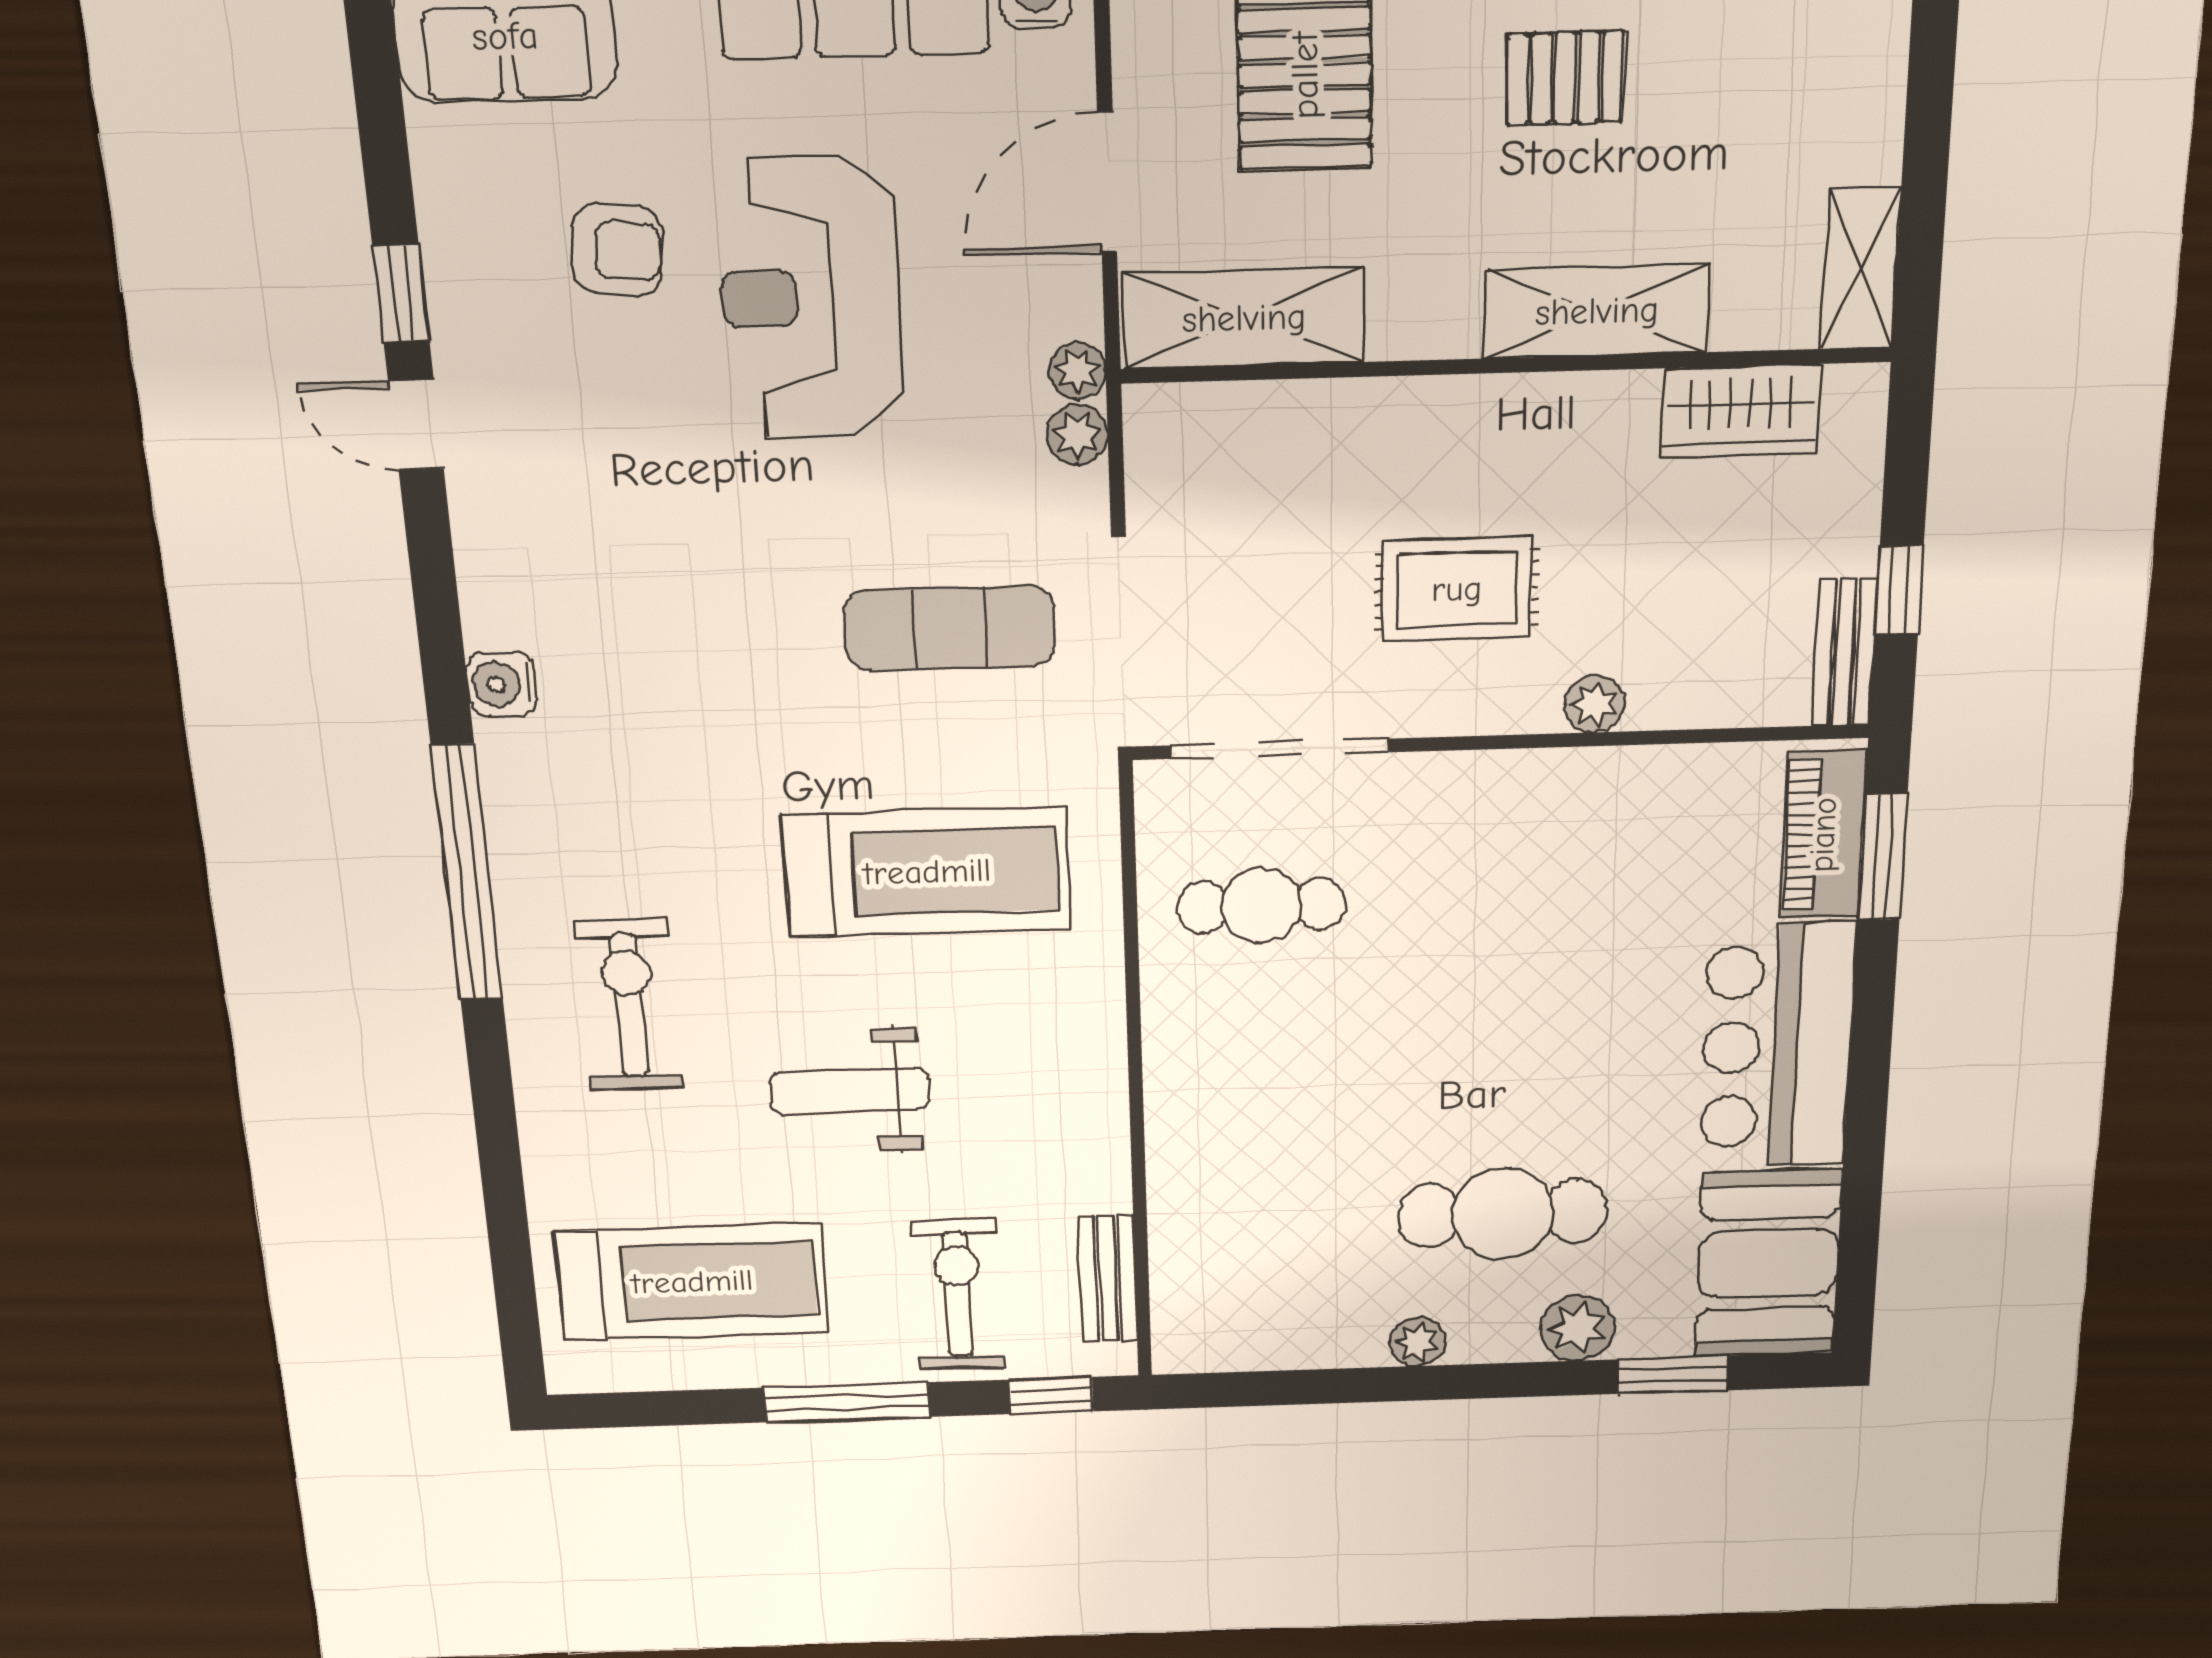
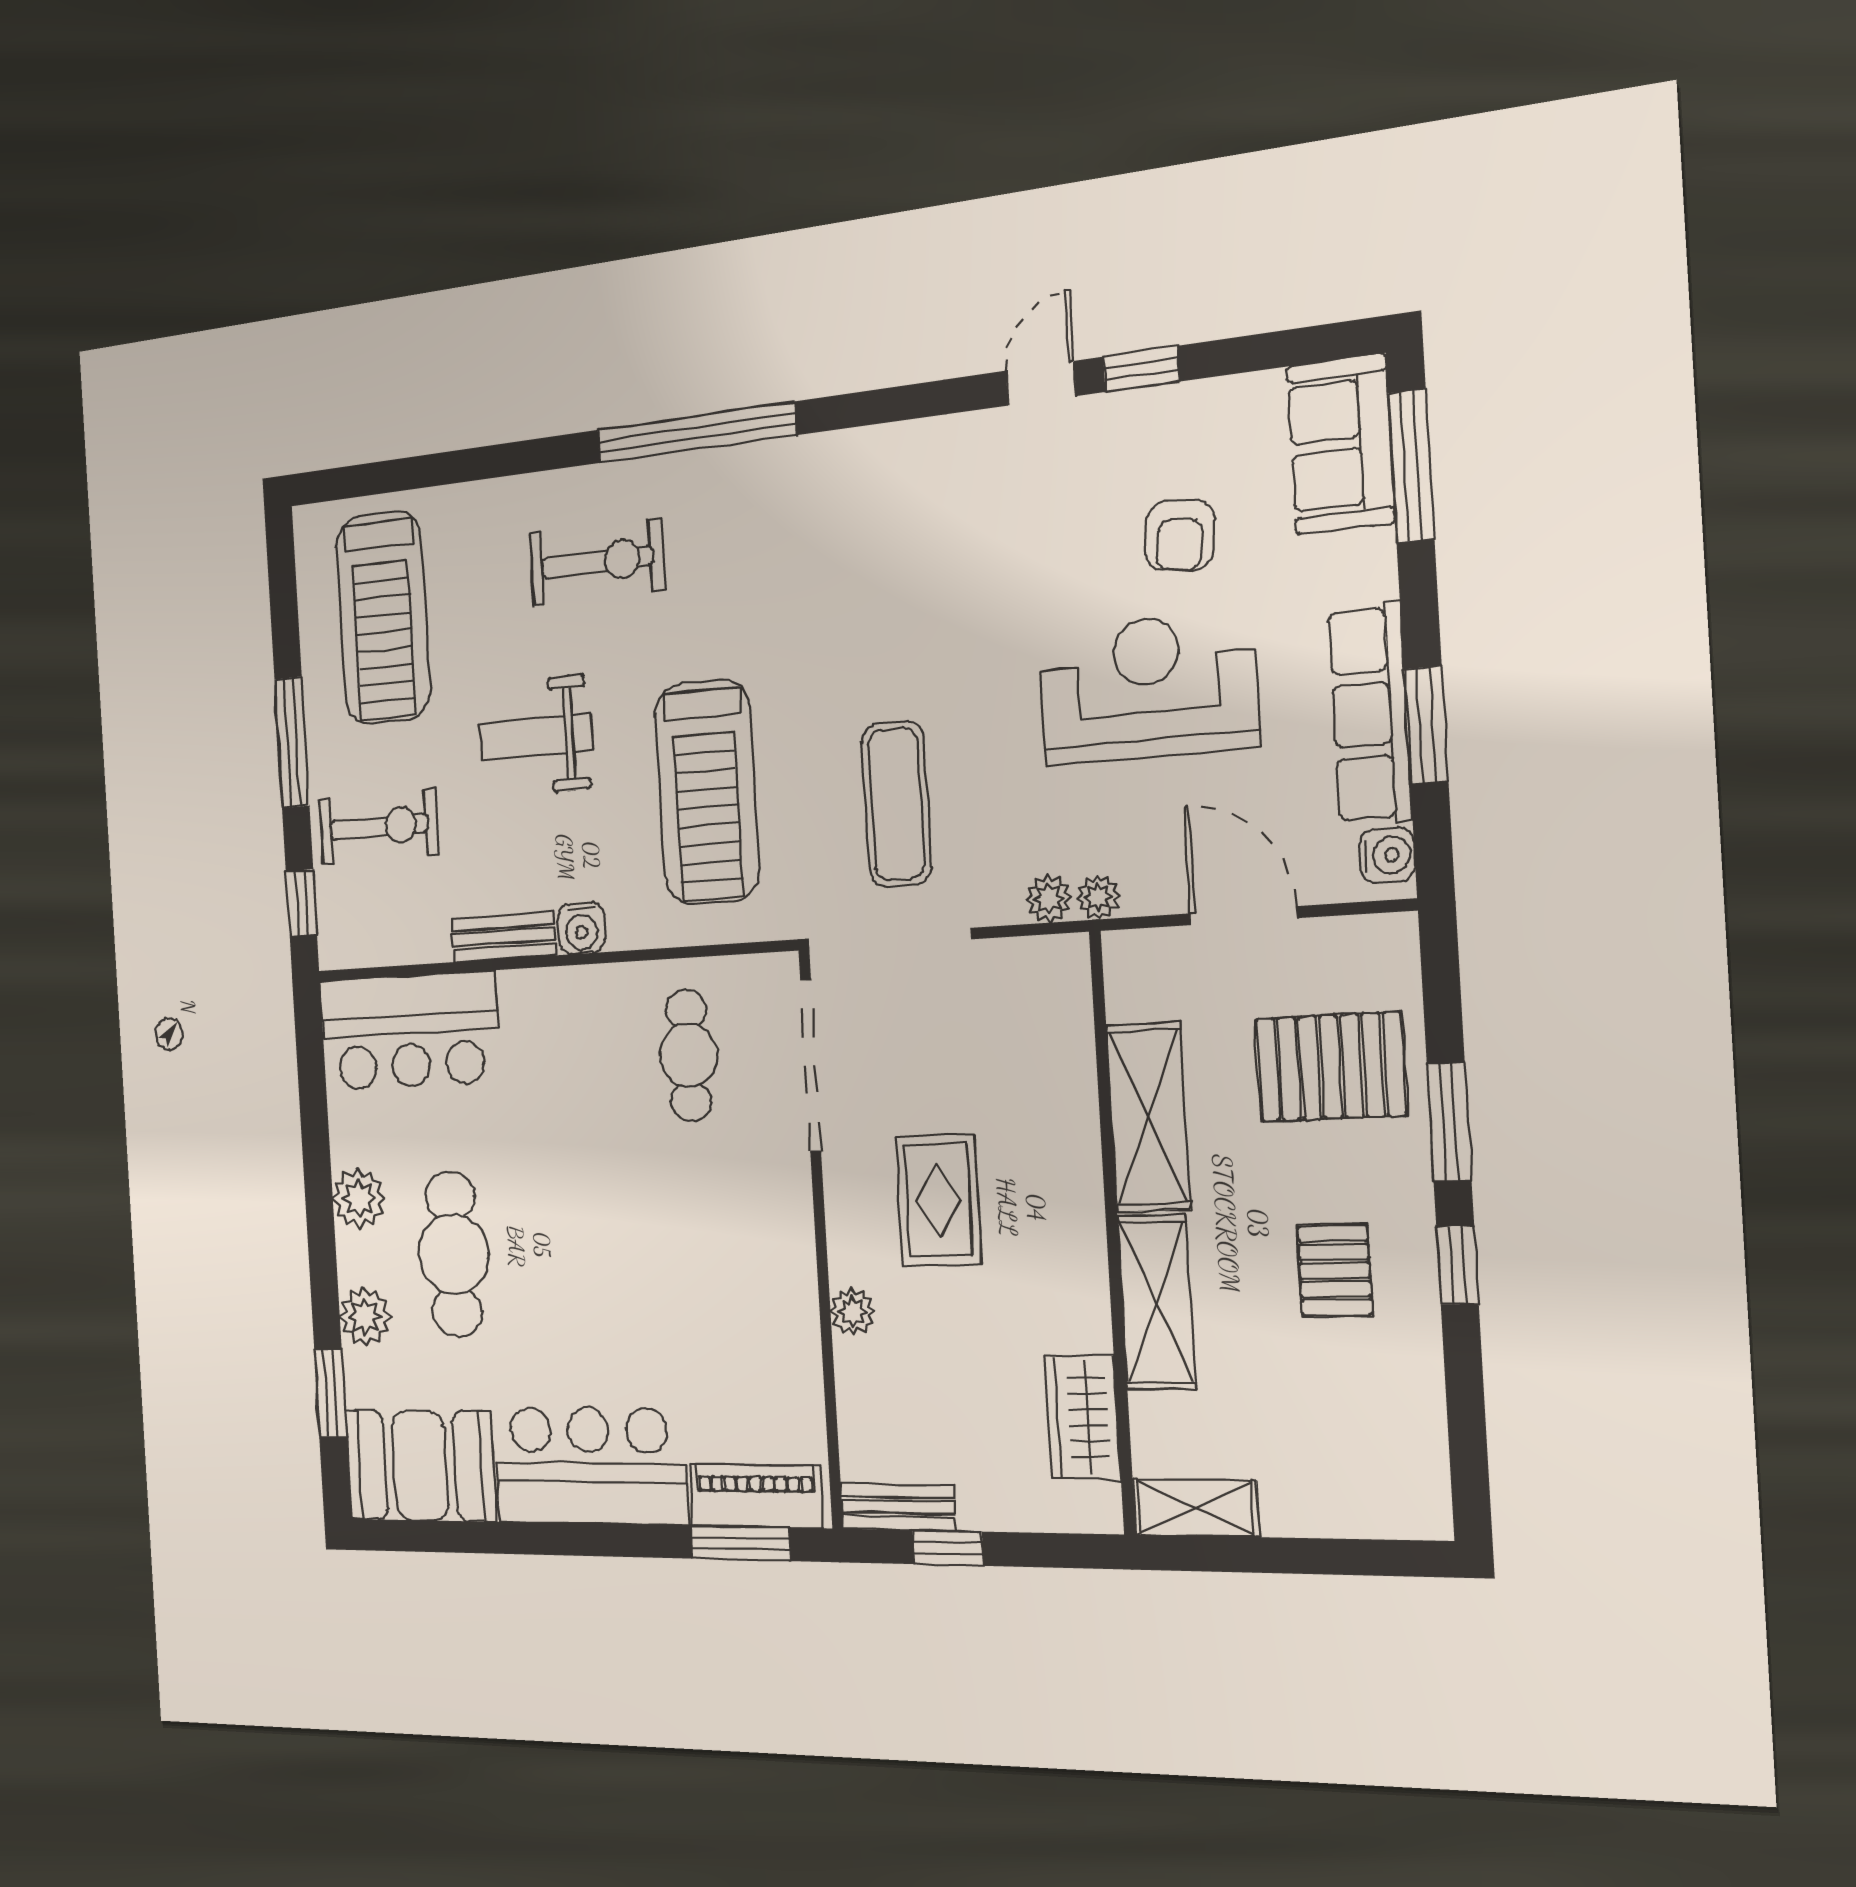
shelving: (1244, 318) -> (1148, 1117), moved
water cooler: (502, 684) -> (581, 928), moved, turned 180
weight bench: (850, 1091) -> (535, 737), turned -90
bar counter: (1218, 1262) -> (409, 1031), added
bench: (1108, 1279) -> (504, 937), moved
plant: (1417, 1342) -> (359, 1198), width x1.38, depth x1.38

